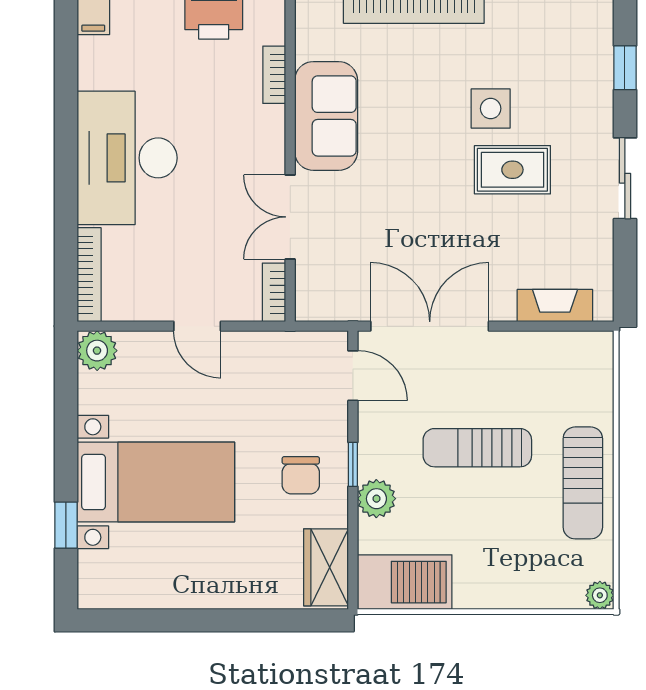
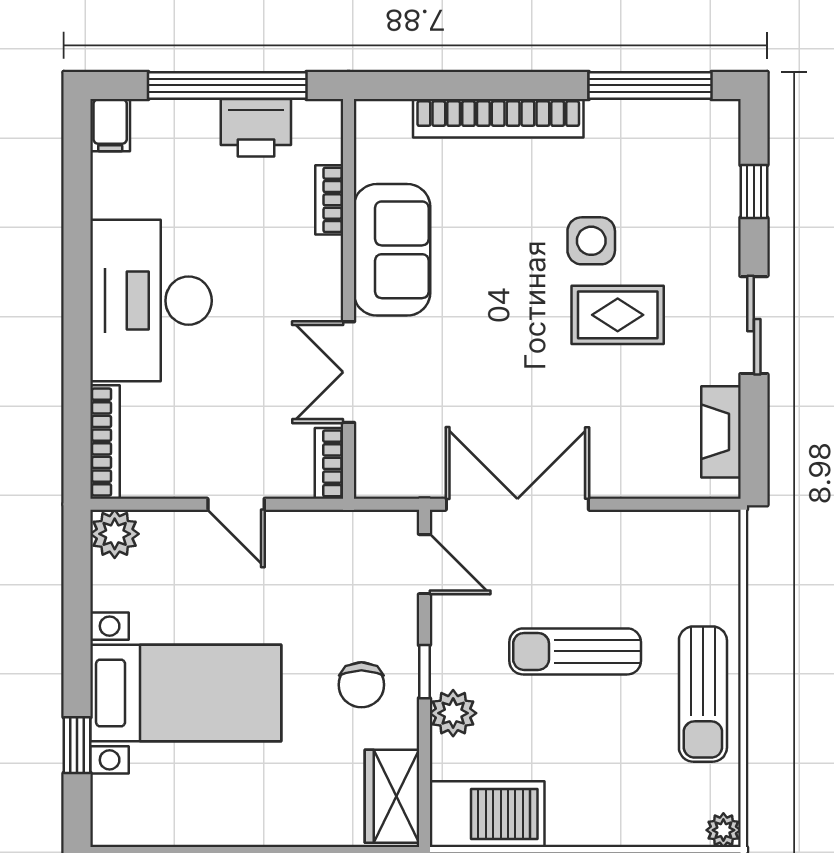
fireplace: (555, 306) -> (721, 432), moved, turned -90

